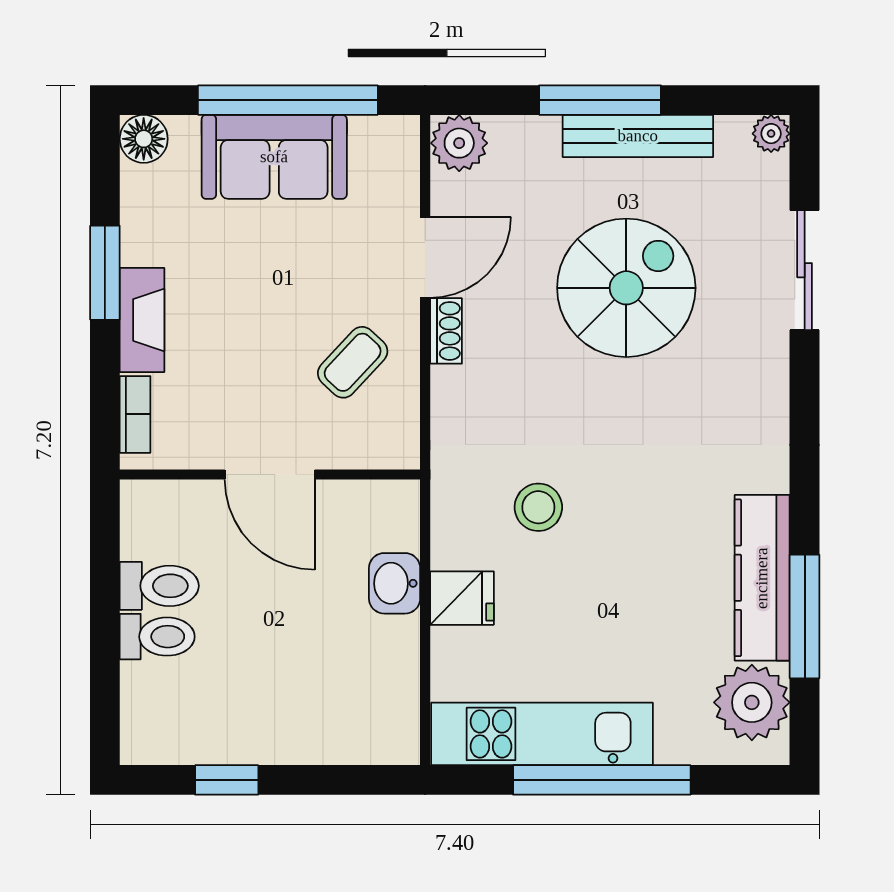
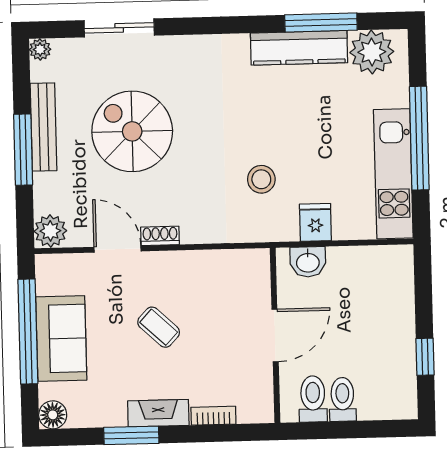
coffee table: (353, 362) -> (159, 327), moved
door: (270, 475) -> (275, 335), moved
wall: (270, 475) -> (275, 335), moved

